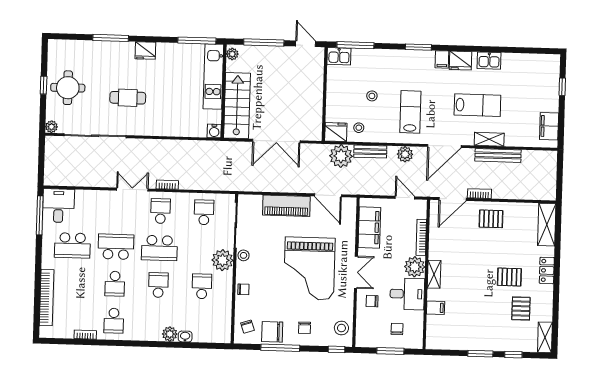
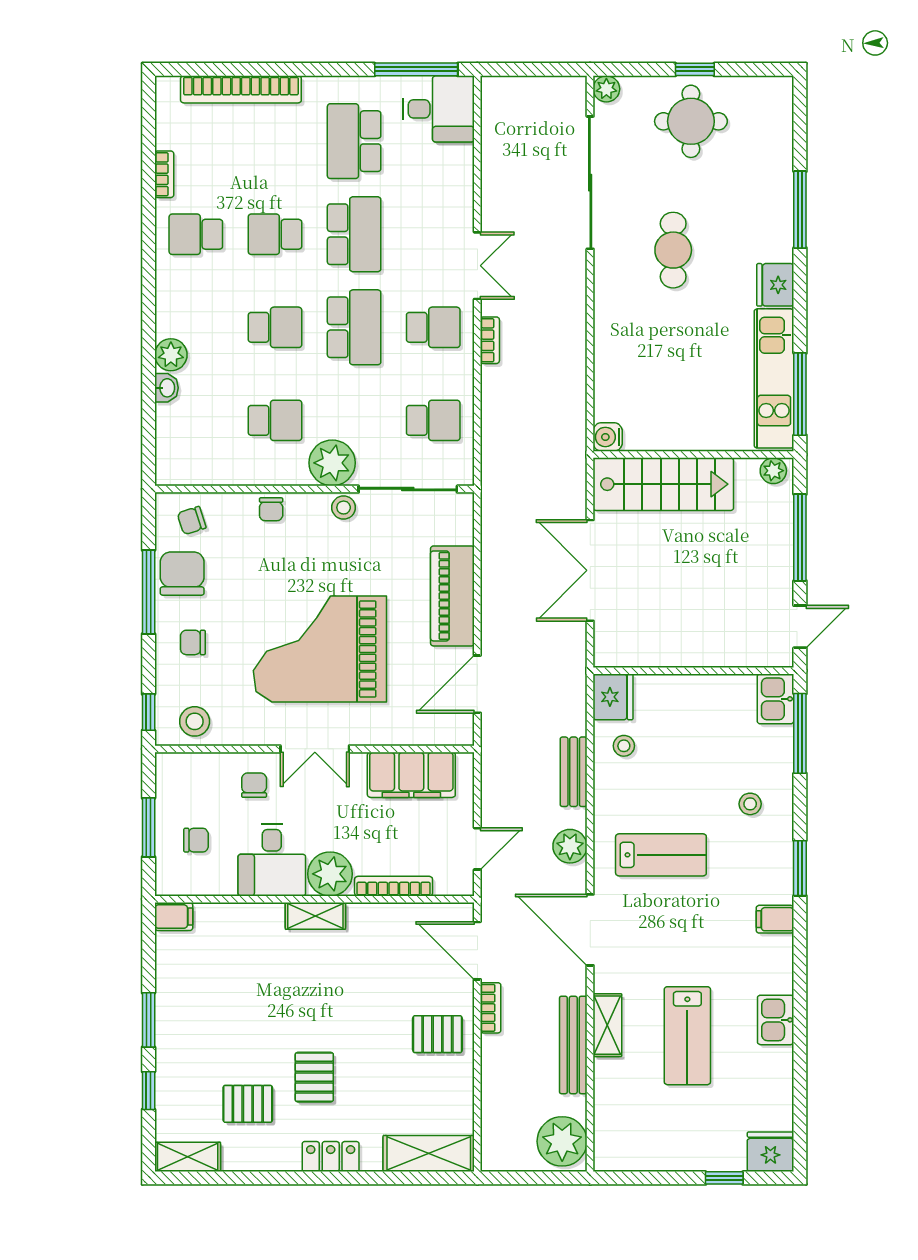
fridge: (460, 61) -> (770, 1152), moved, turned 90
kitchen unit: (213, 77) -> (774, 378), moved, turned -90
stool: (372, 96) -> (750, 804), moved
lab bench: (477, 105) -> (687, 1036), moved
filing cabinet: (549, 126) -> (639, 1152), removed
plant: (341, 156) -> (562, 1141), moved
pallet: (491, 219) -> (437, 1034), turned 90
school desk: (159, 248) -> (354, 327), turned 180
filing cabinet: (436, 308) -> (174, 917), moved, turned -90

